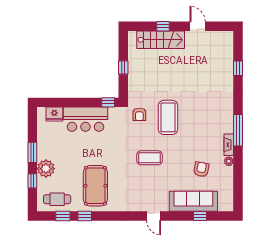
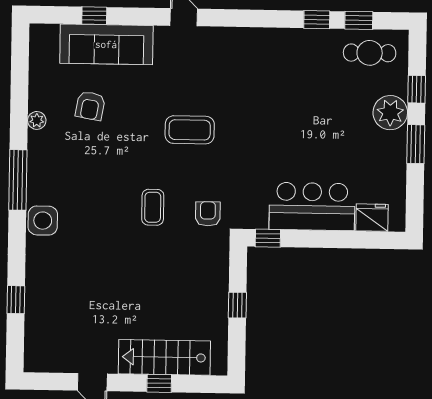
side table: (225, 109) -> (43, 221), added
coffee table: (168, 117) -> (153, 207), width x0.54, depth x0.58
fireplace: (229, 145) -> (36, 152), removed
pool table: (95, 186) -> (295, 78), removed

